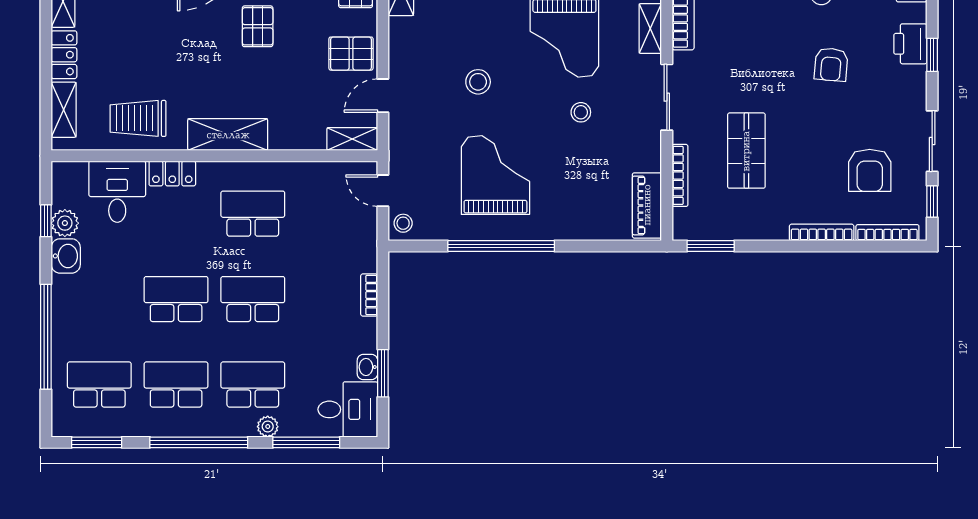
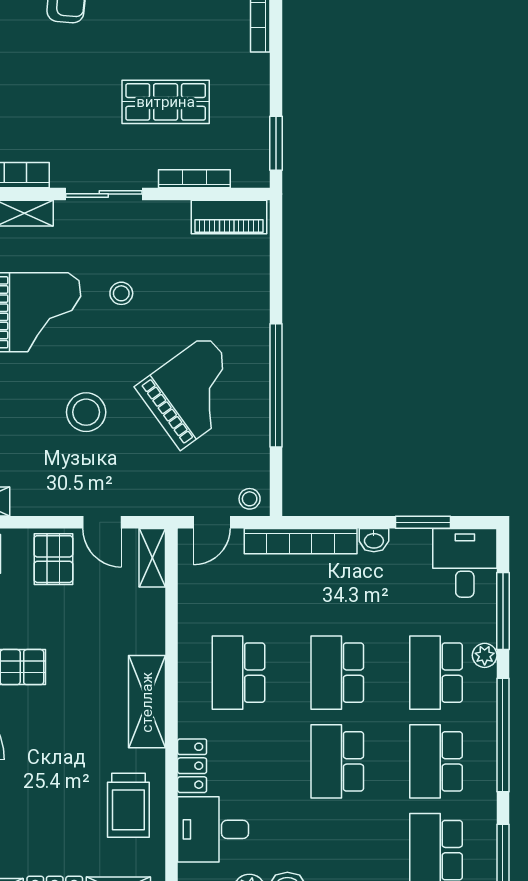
stool: (478, 82) -> (86, 412), width x1.38, depth x1.38
grand piano: (495, 175) -> (194, 392), turned 144
bookcase: (369, 295) -> (301, 541), width x2.31, depth x1.31
washbasin: (367, 367) -> (374, 540), moved

